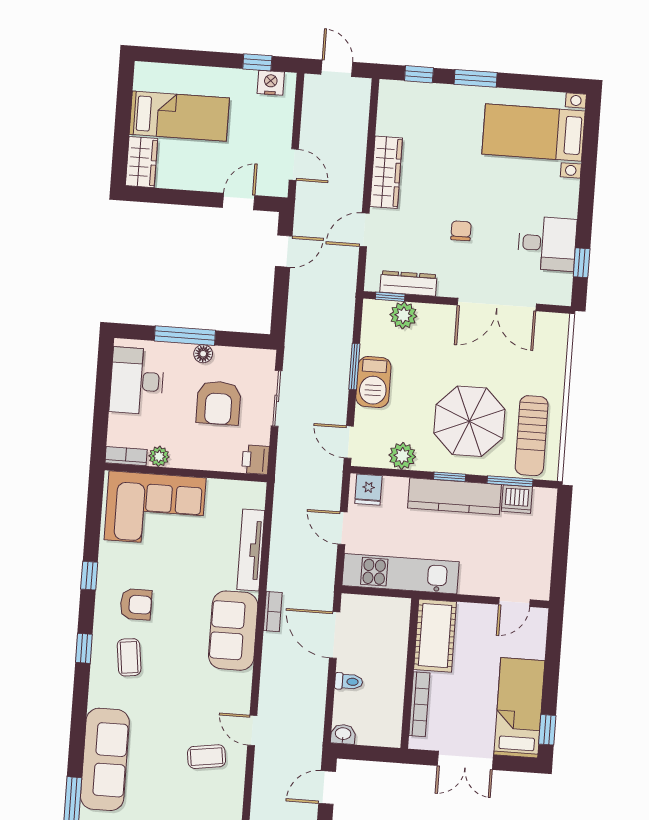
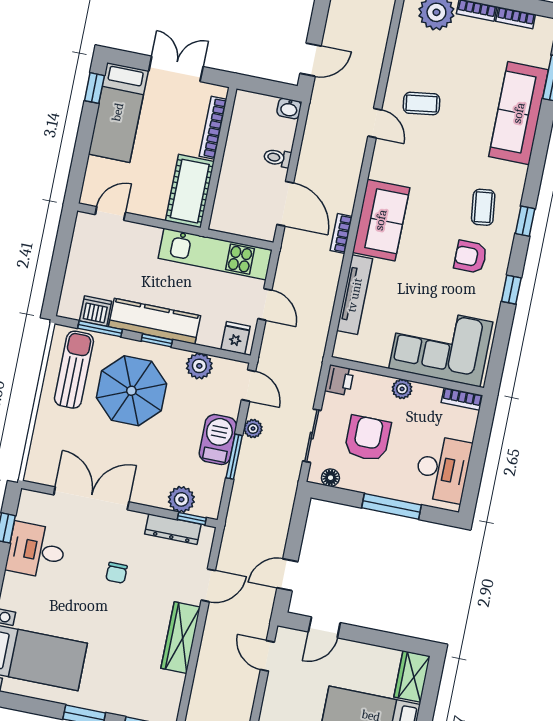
floor lamp: (203, 354) -> (330, 478), moved
plant: (339, 398) -> (253, 429), added
plant: (159, 456) -> (402, 389), moved

